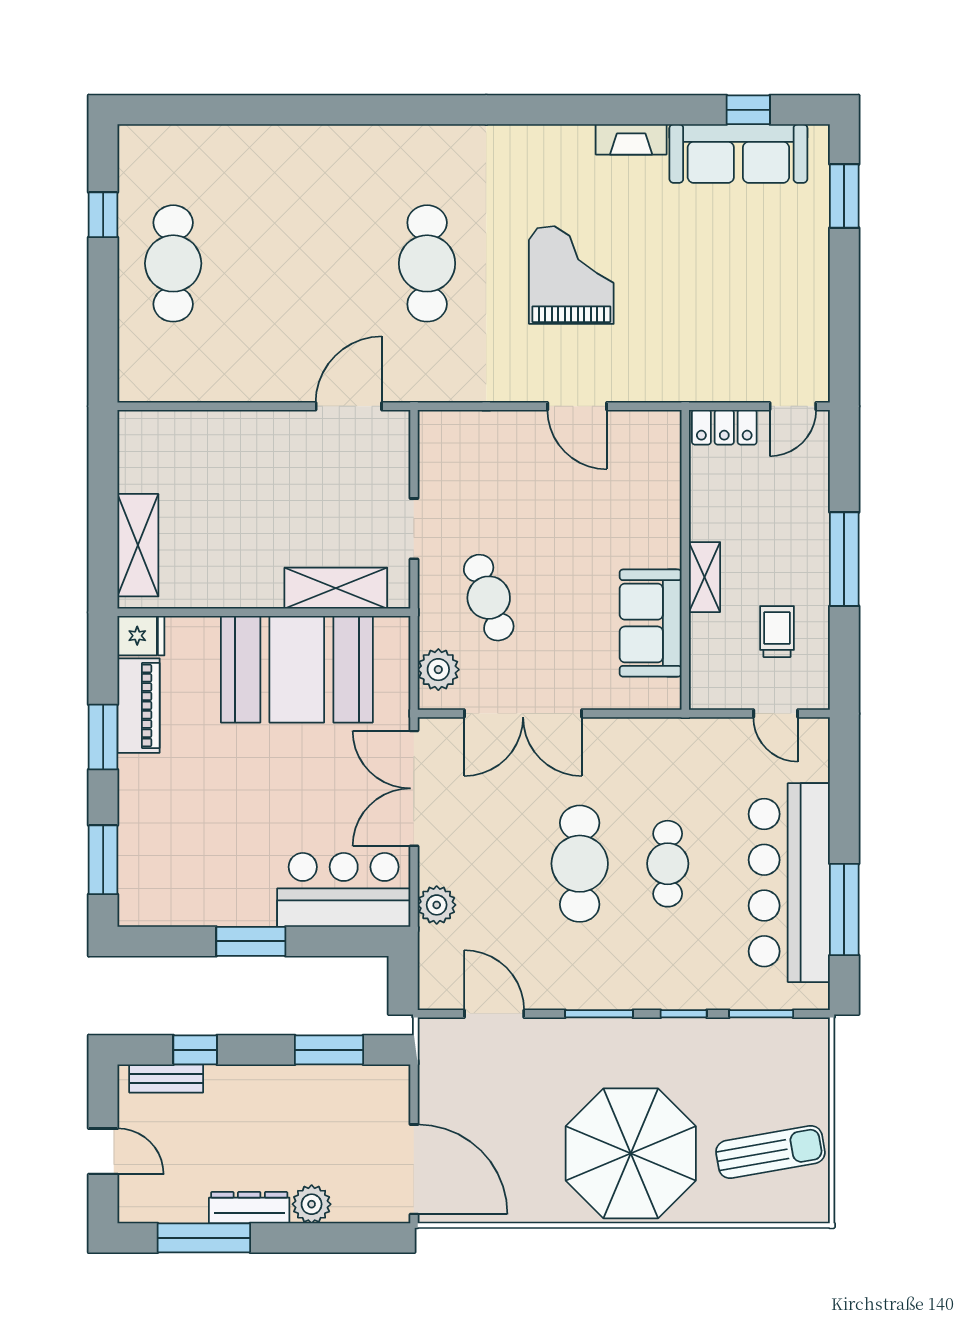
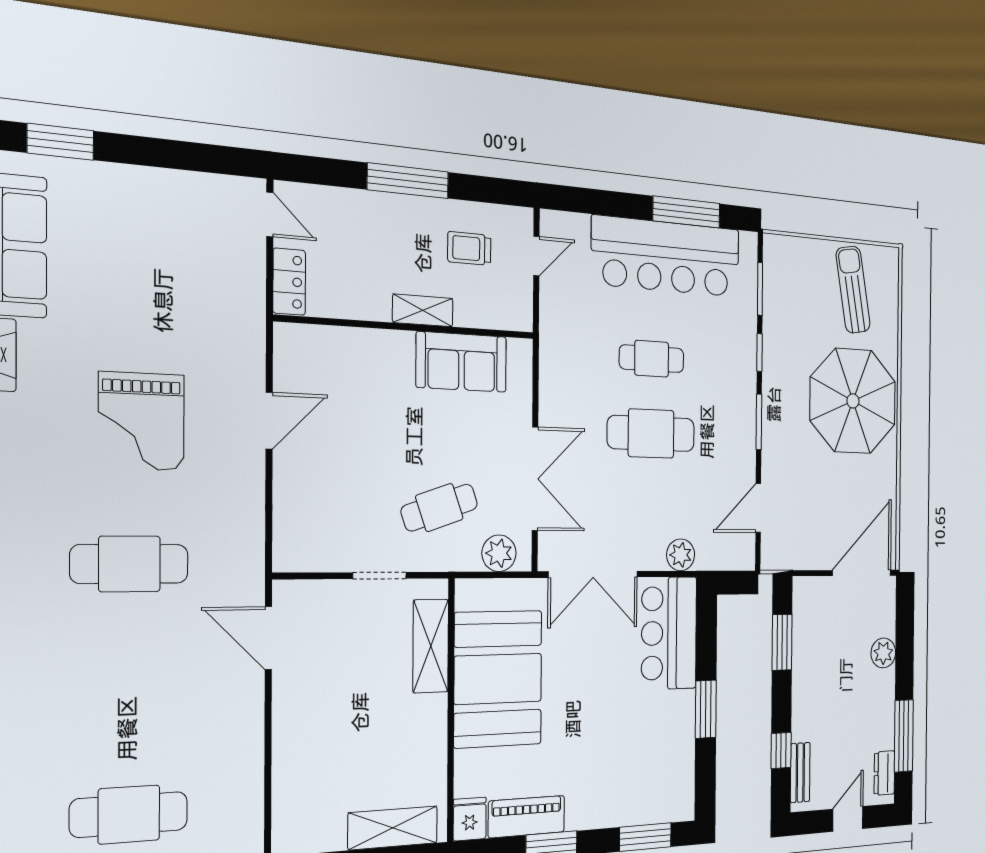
grand piano: (571, 275) -> (142, 421), turned -90
dresser: (249, 1208) -> (884, 773), moved, width x0.70

